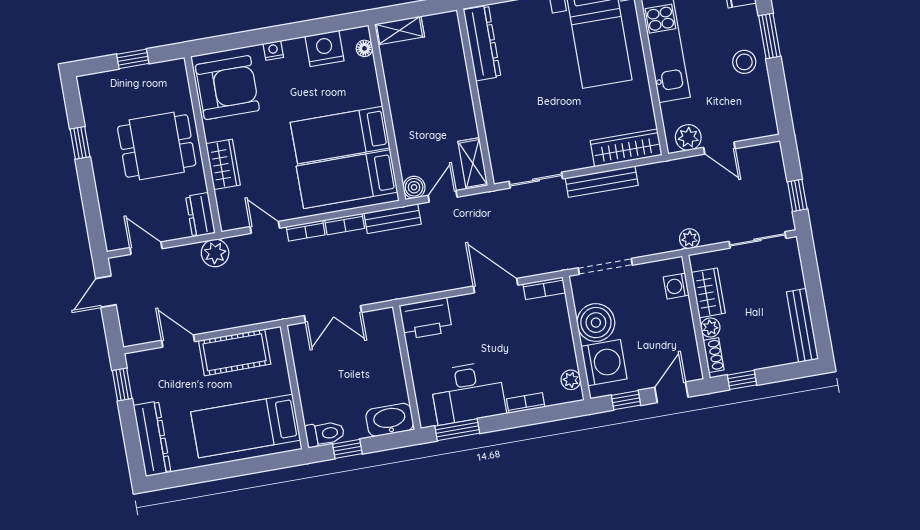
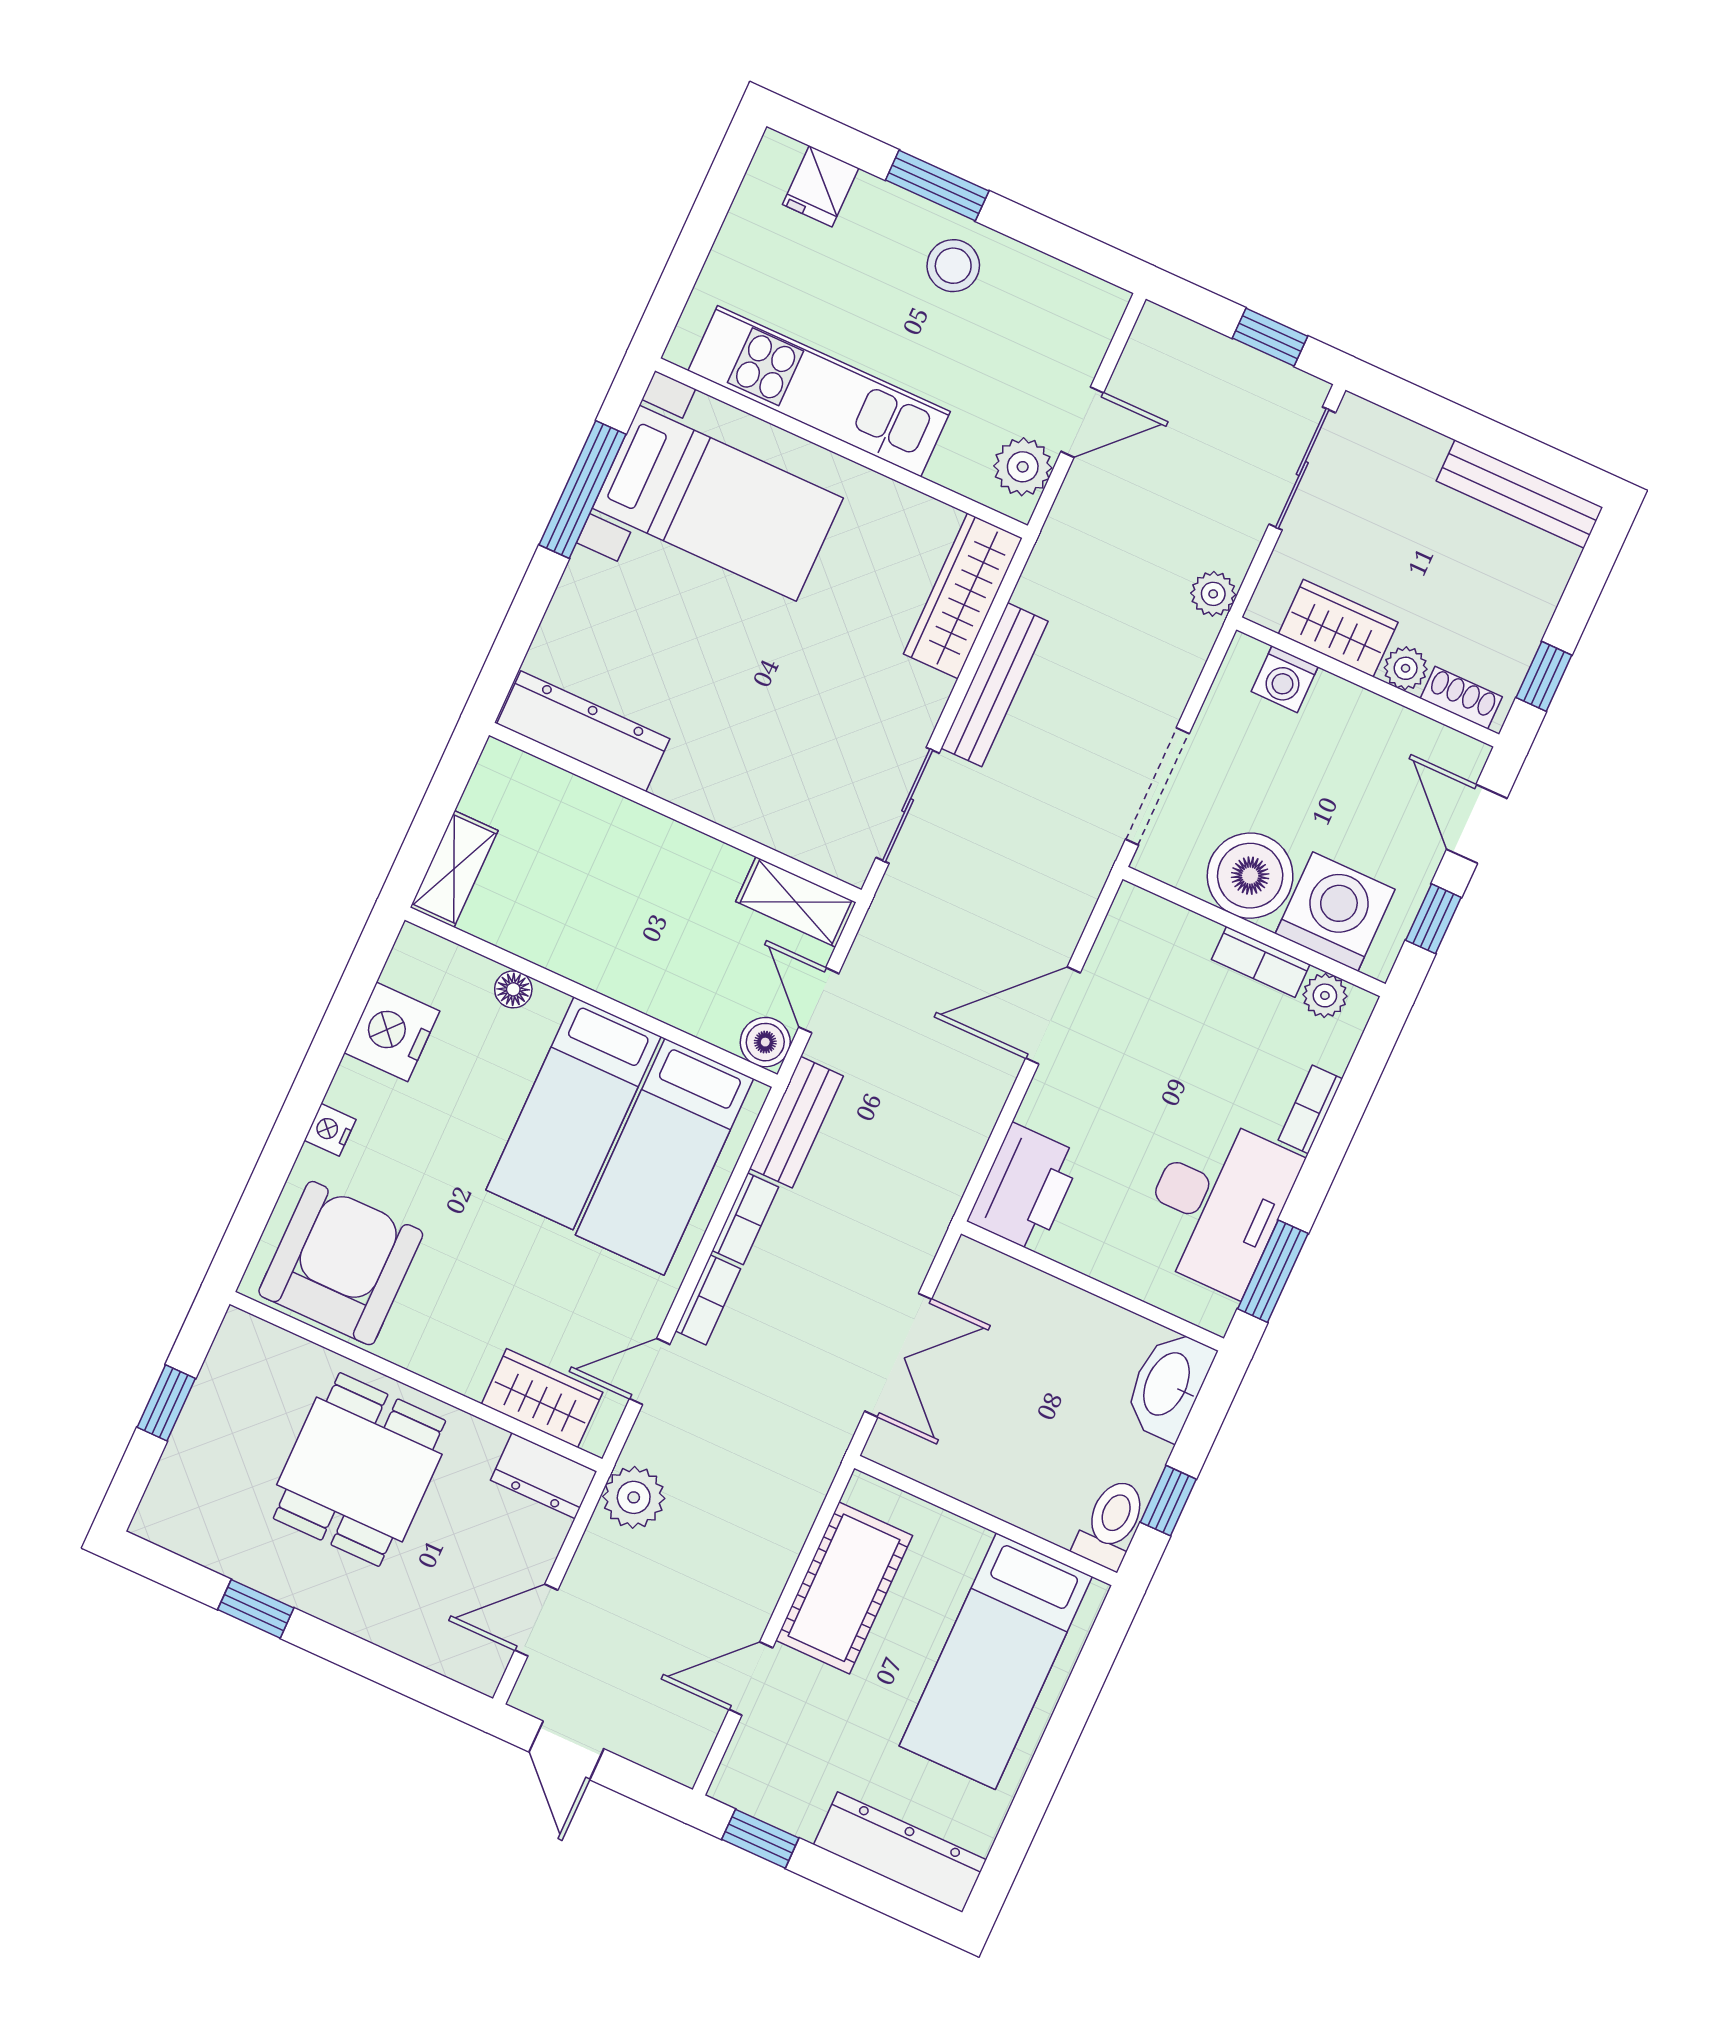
floor lamp: (364, 48) -> (513, 989), moved
wardrobe: (223, 164) -> (542, 1398), moved
bookcase: (544, 288) -> (1261, 962), moved, turned 90

